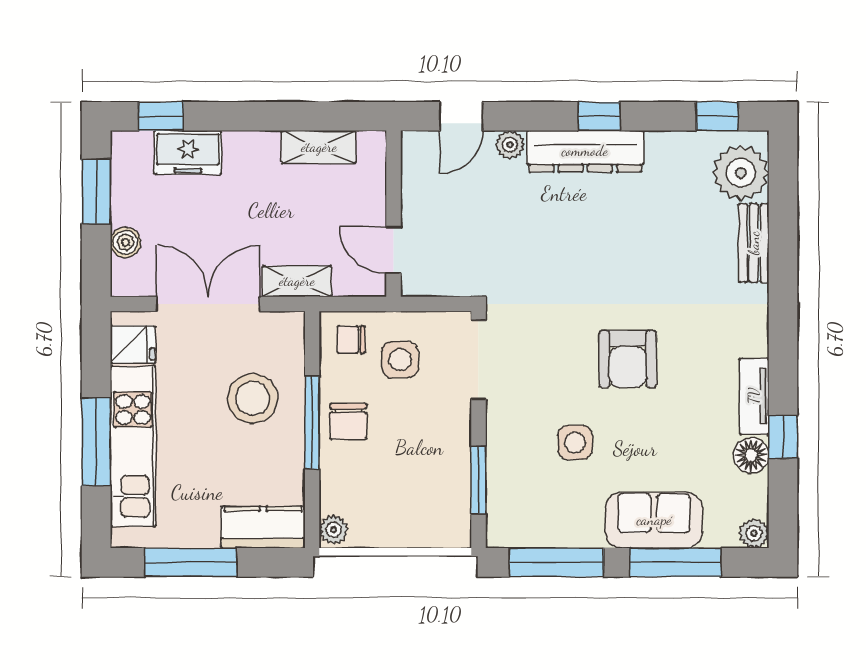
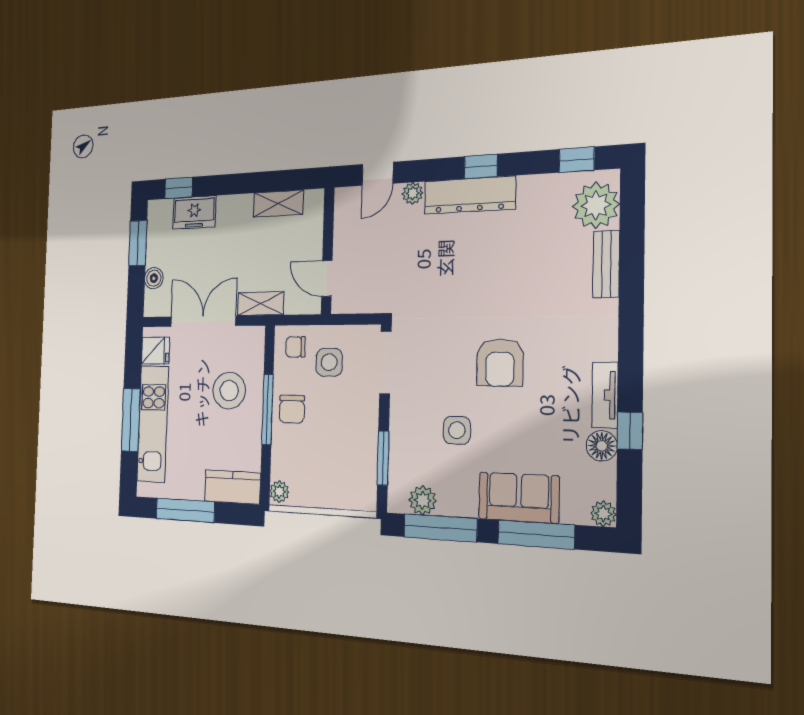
plant: (533, 530) -> (423, 500), added

